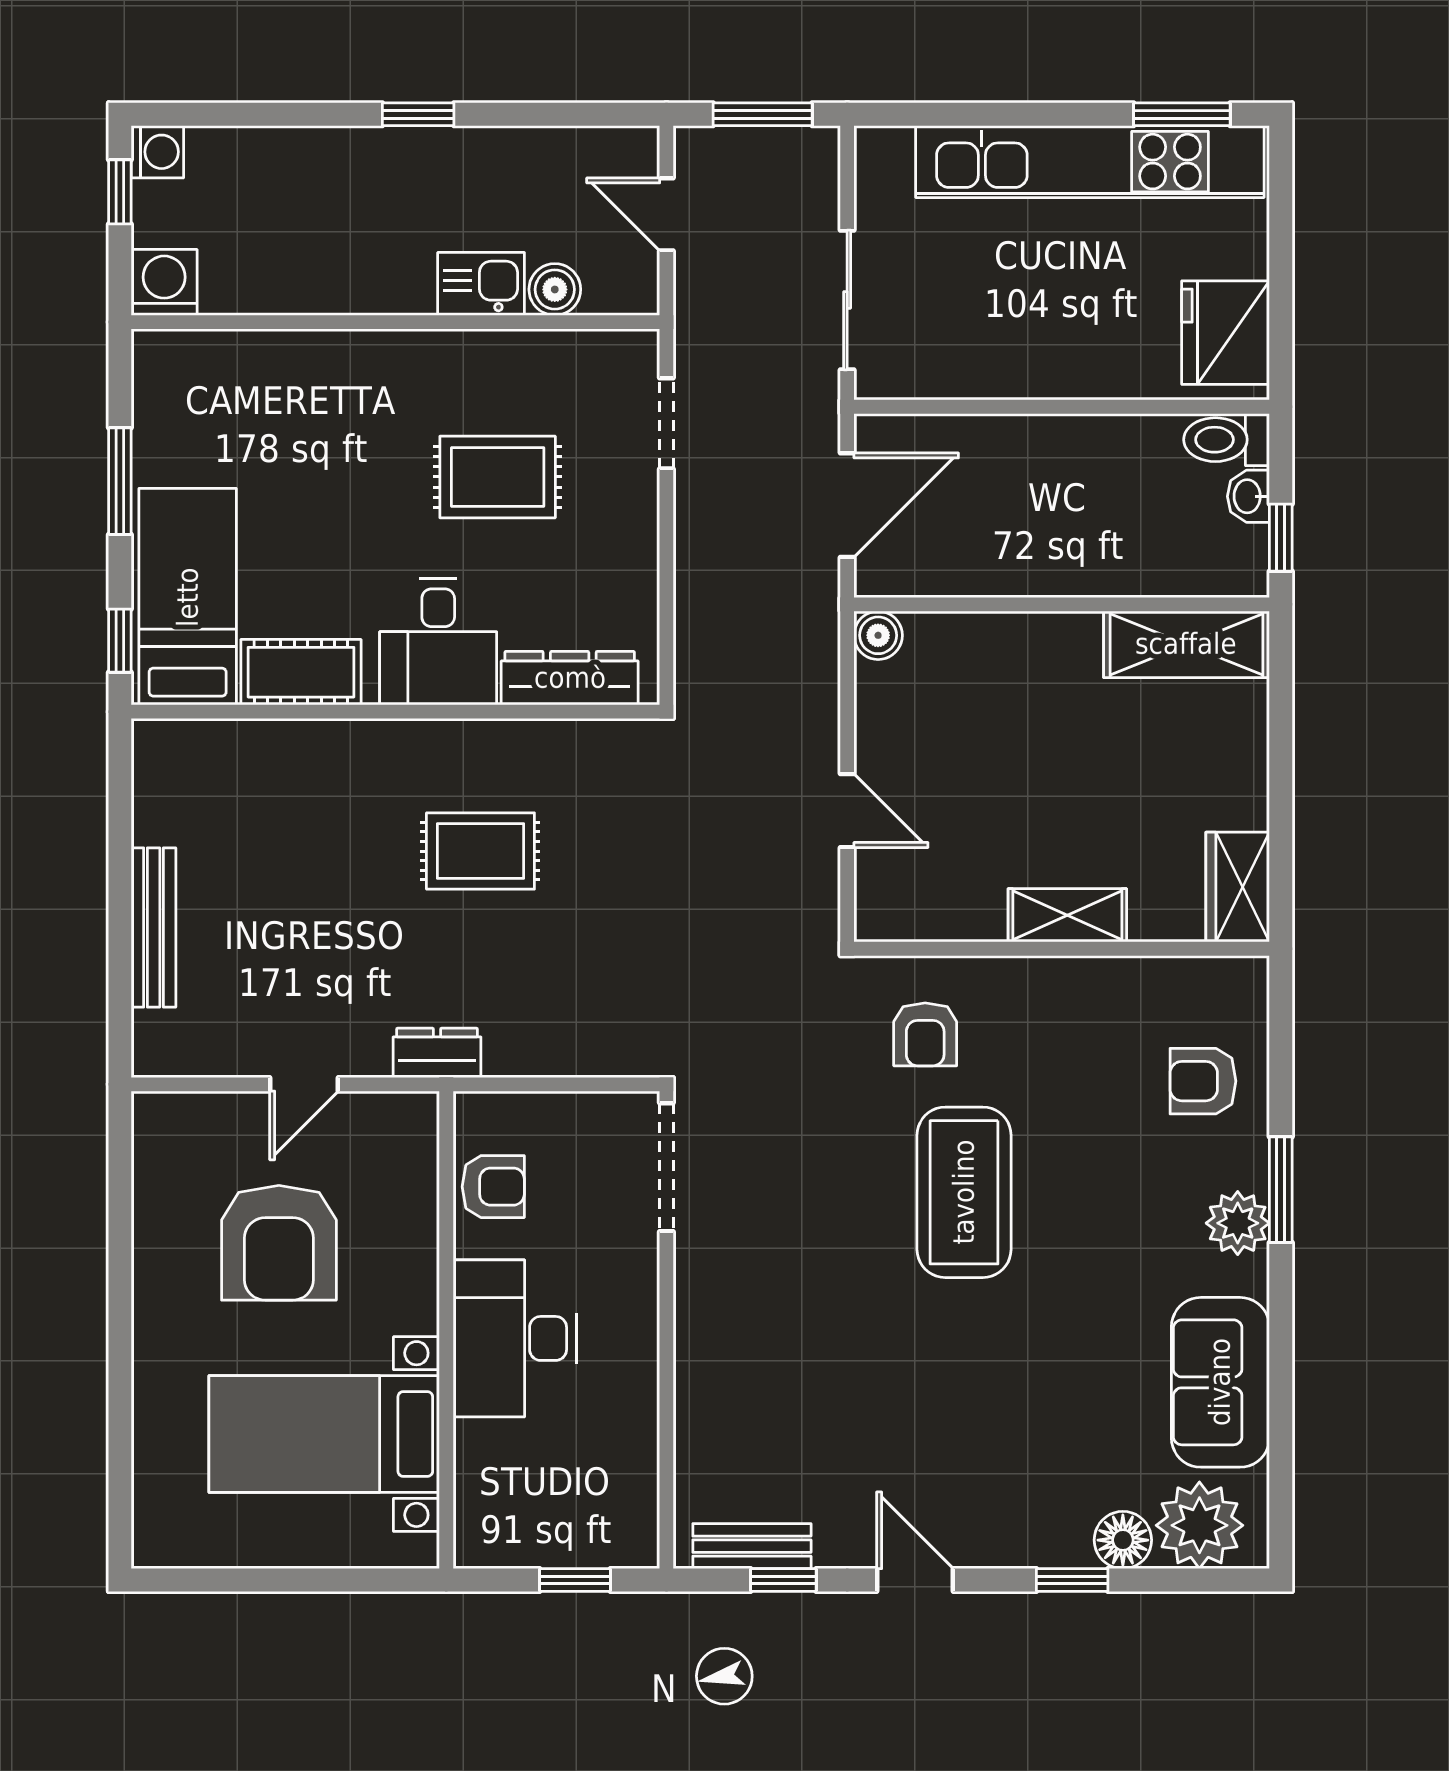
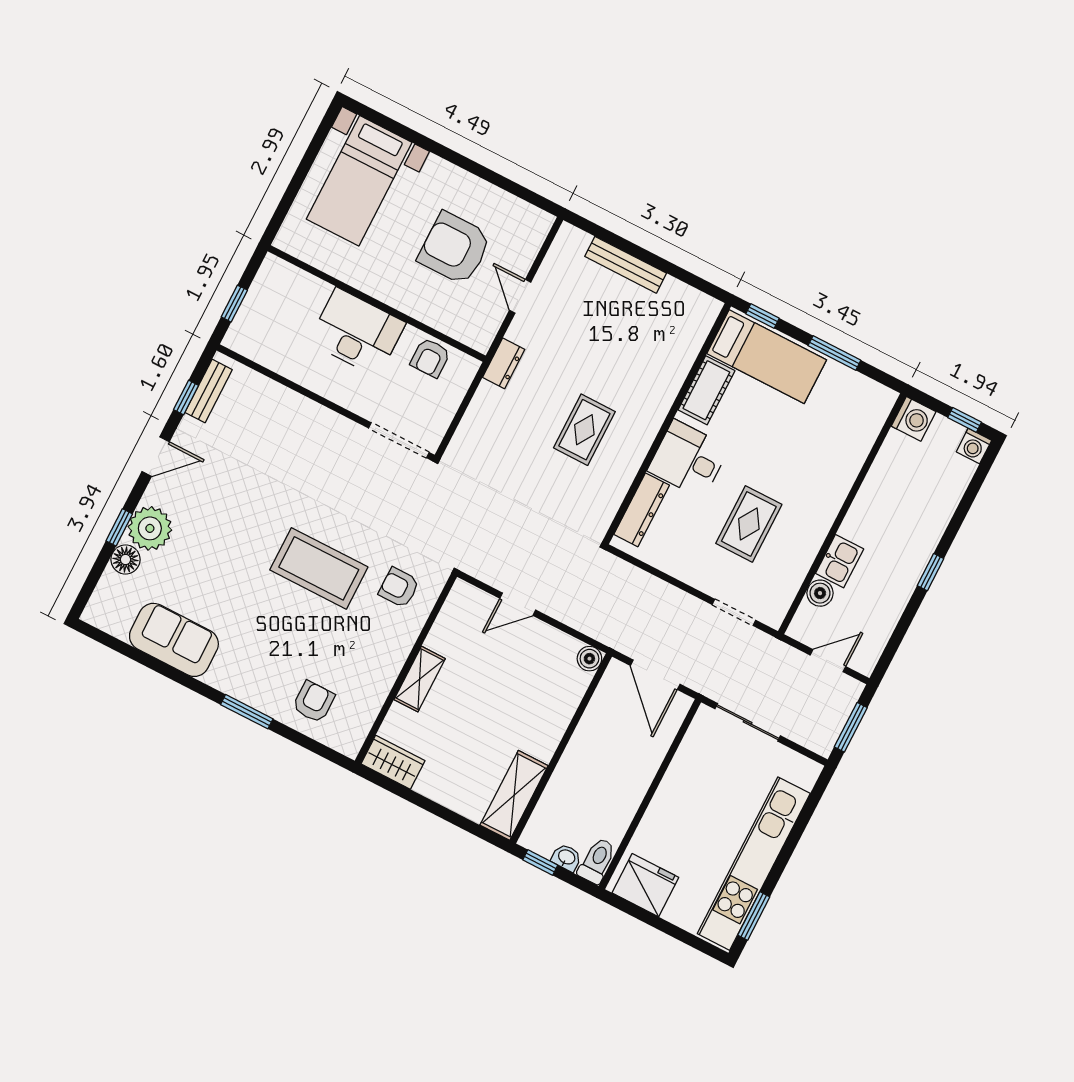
plant: (1238, 1223) -> (242, 685), removed
bed with nightstands: (324, 1434) -> (359, 181), moved, turned 180
plant: (1199, 1525) -> (150, 528), moved

